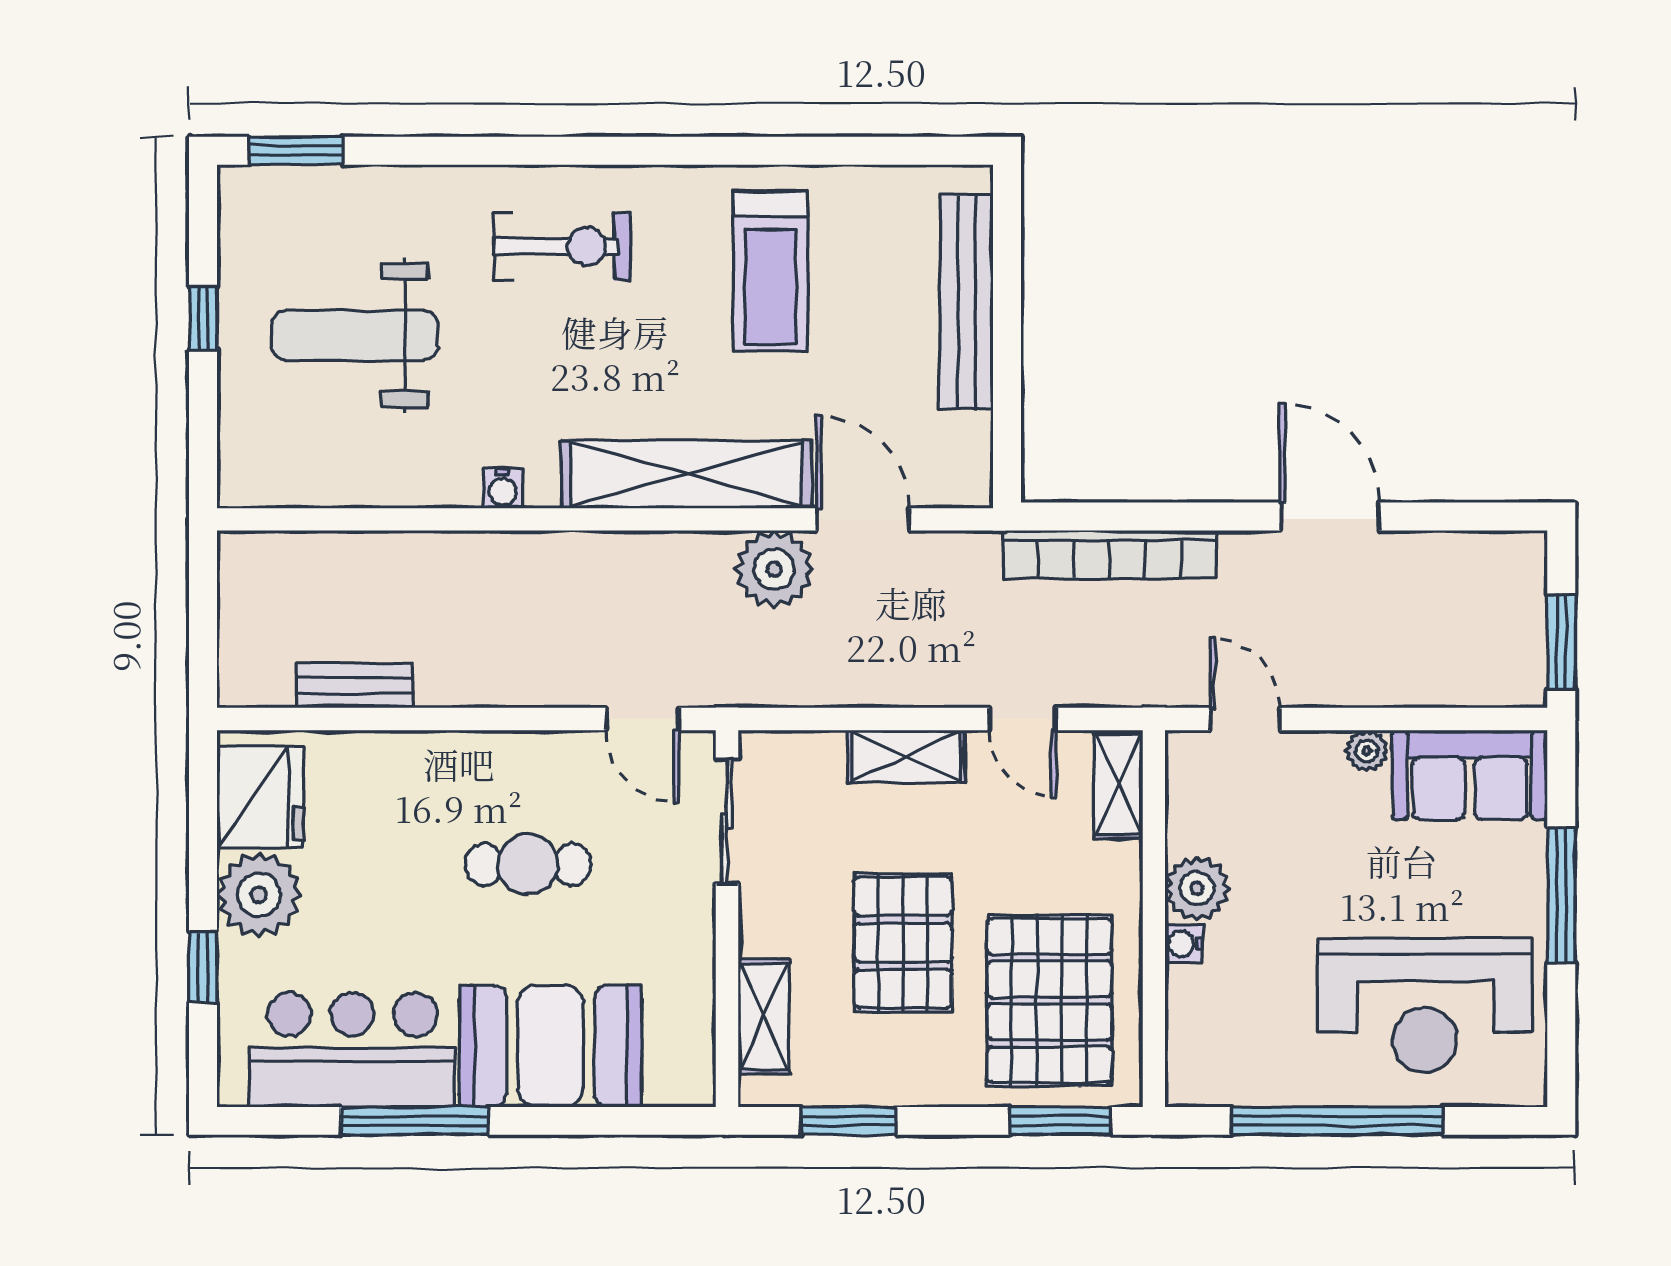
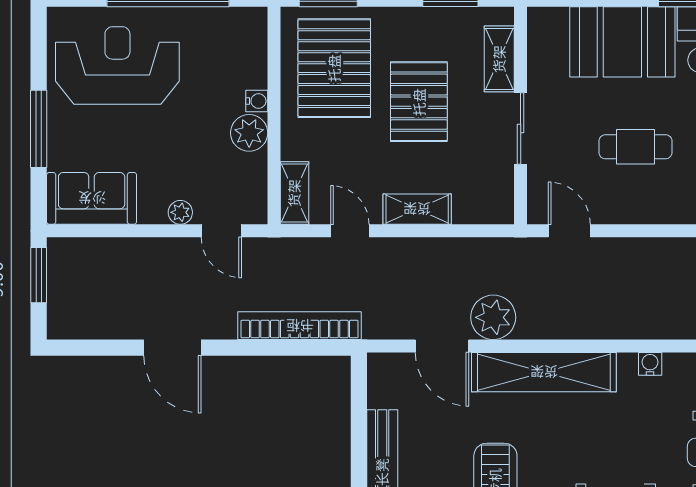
plant: (1367, 751) -> (180, 212), moved
sliding door: (727, 821) -> (521, 128), moved

